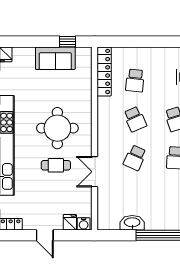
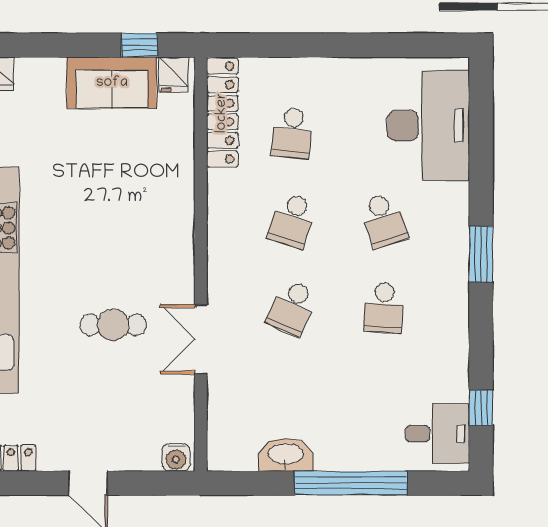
school desk: (135, 119) -> (292, 220), turned 42
round table: (57, 128) -> (117, 241), removed
fridge: (70, 222) -> (174, 74), moved, turned 180

